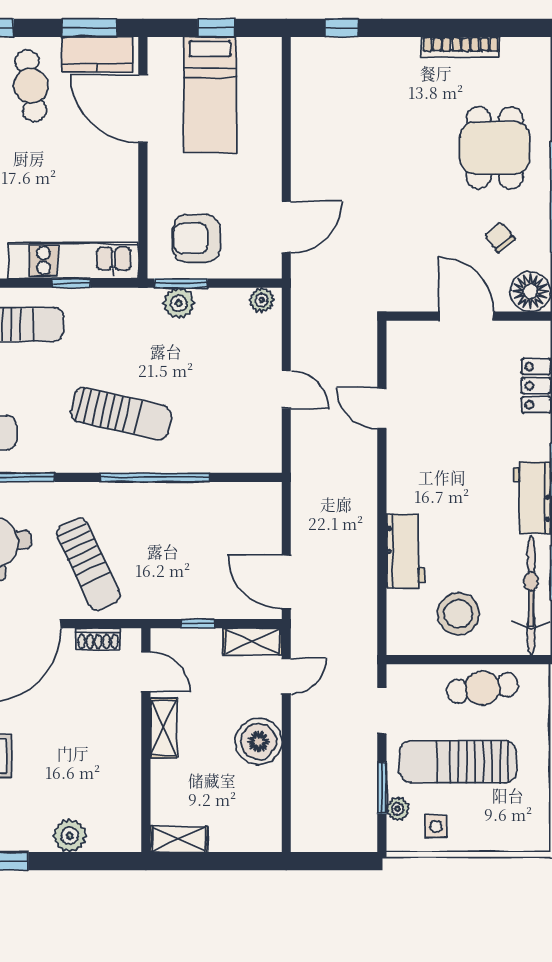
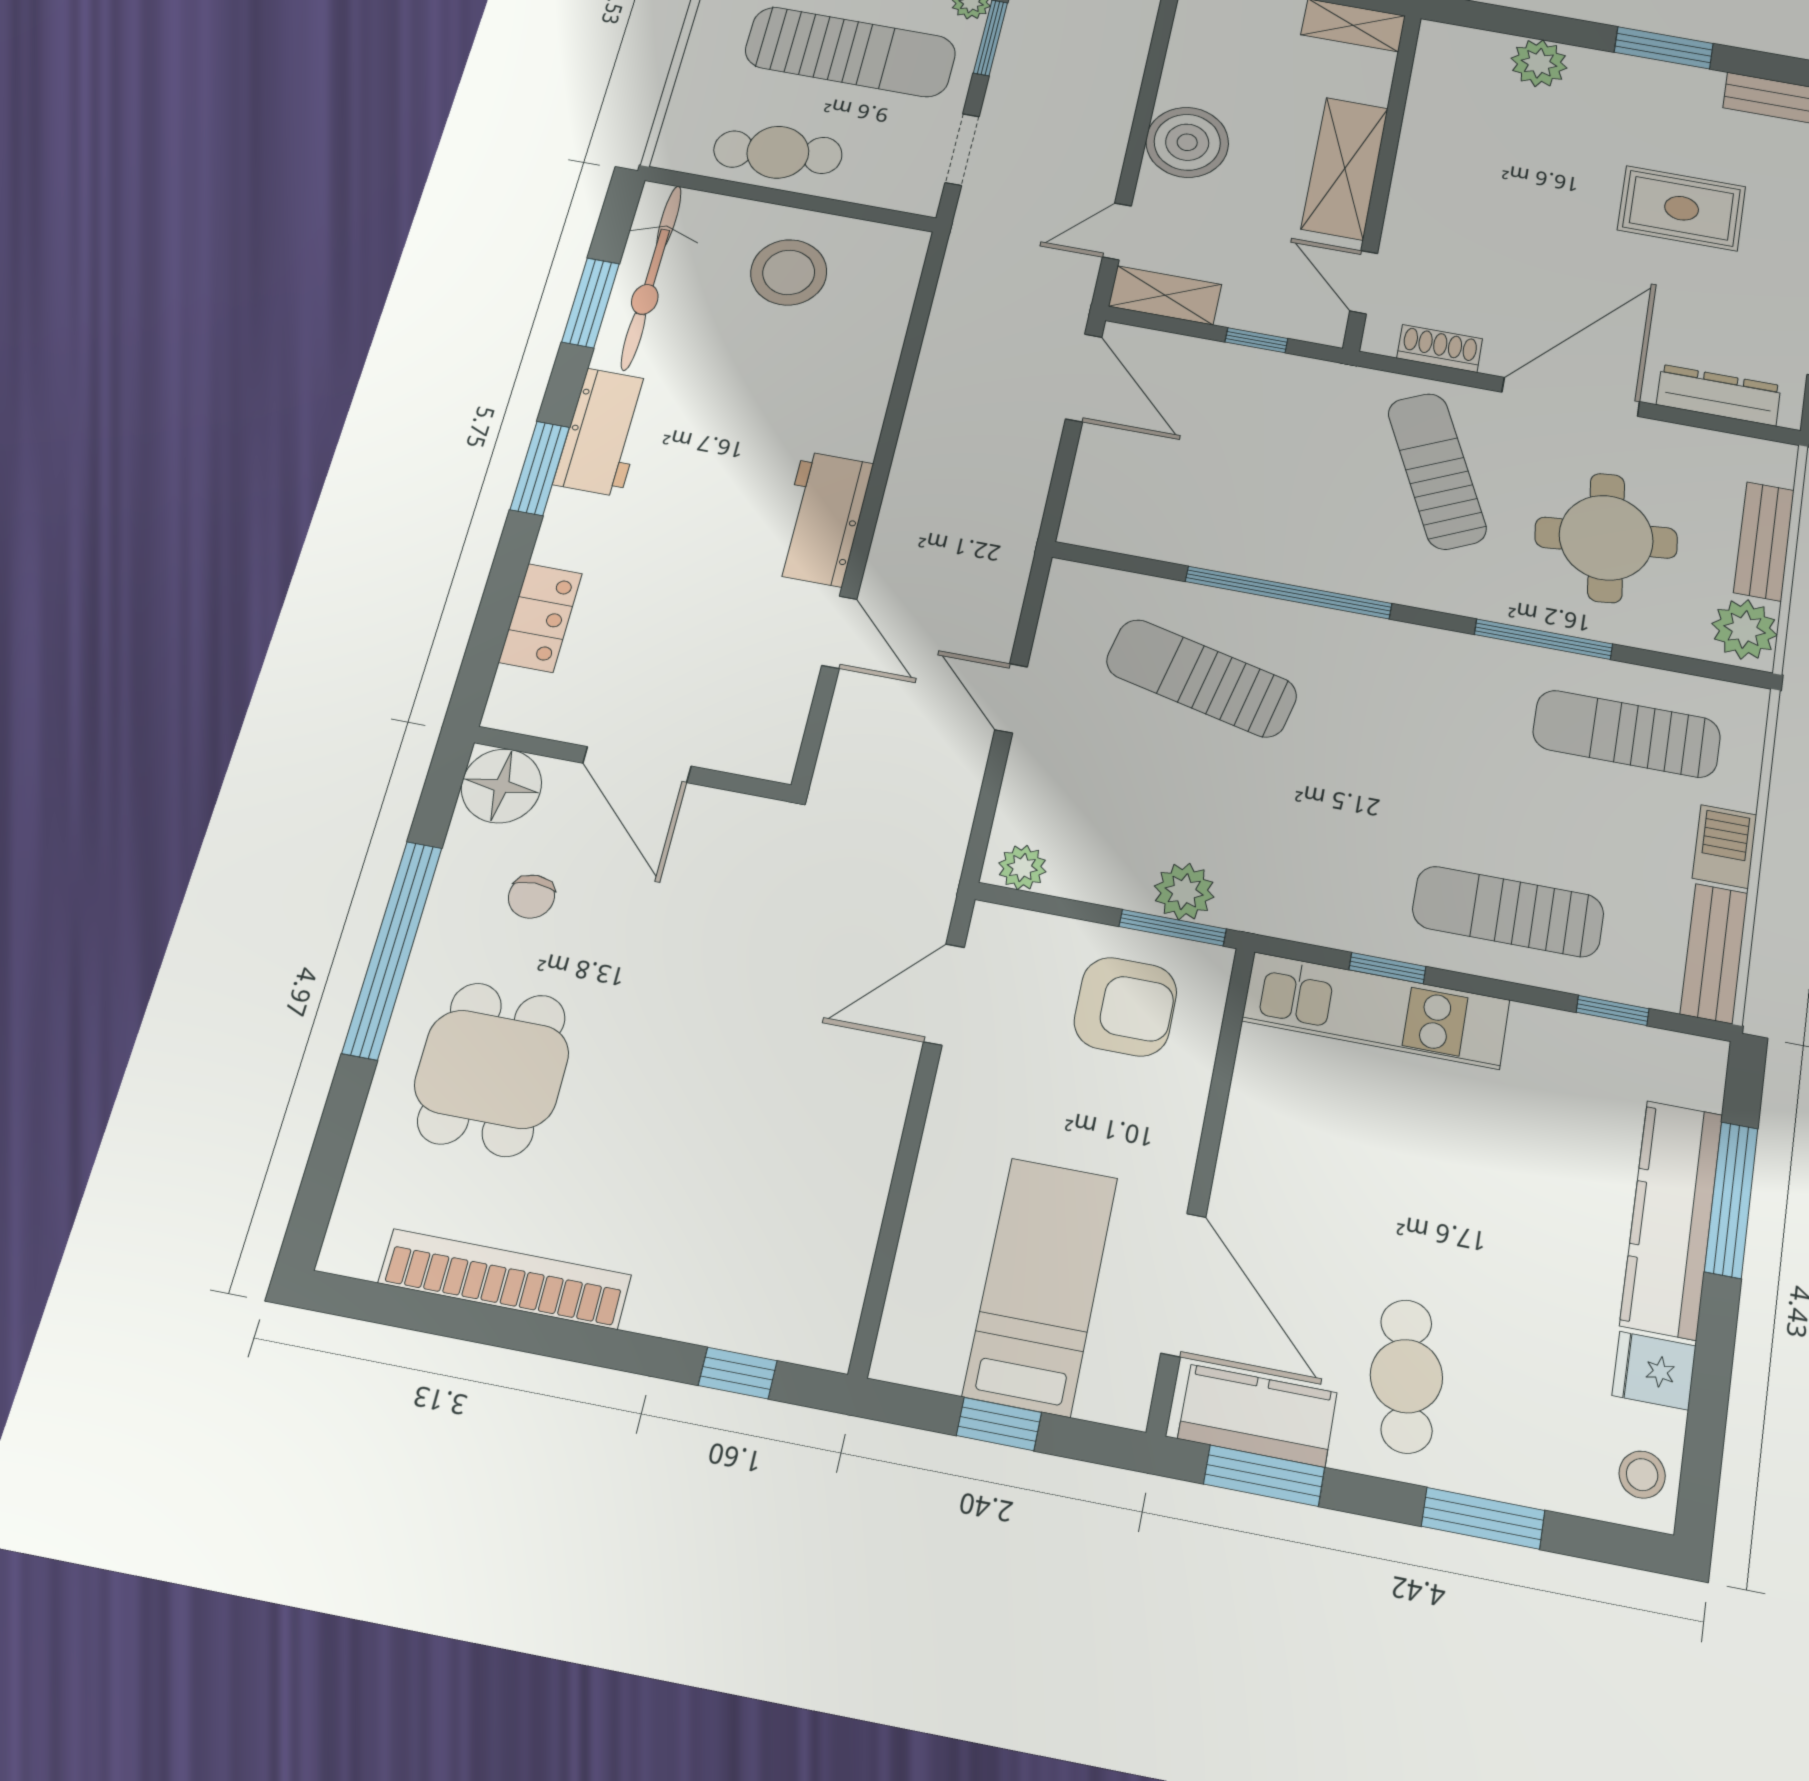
bookcase: (461, 47) -> (505, 1279), width x1.48, depth x1.31
chair: (500, 237) -> (531, 897), turned 38
sun lounger: (121, 414) -> (1201, 678), moved
workbench: (406, 551) -> (823, 519), moved
shelving: (164, 728) -> (1345, 168), width x1.50, depth x1.33

